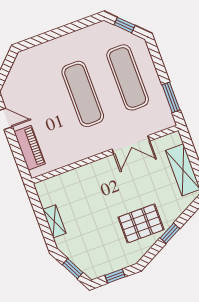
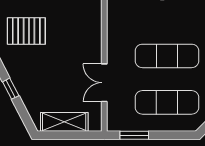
pallet: (141, 223) -> (26, 31), moved, turned 90

